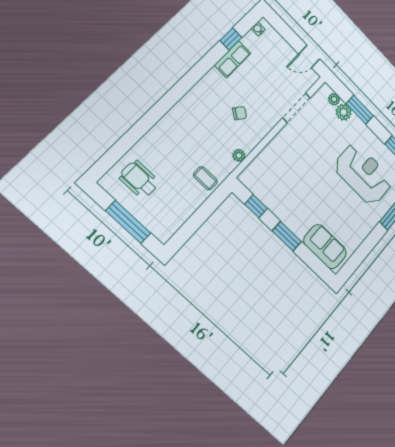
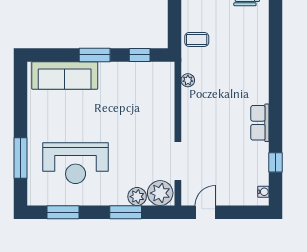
row of seats: (233, 59) -> (260, 123), moved
plant: (334, 99) -> (160, 193), width x1.87, depth x1.87
chair: (240, 113) -> (217, 113), removed
sofa: (325, 247) -> (65, 75), width x1.36

